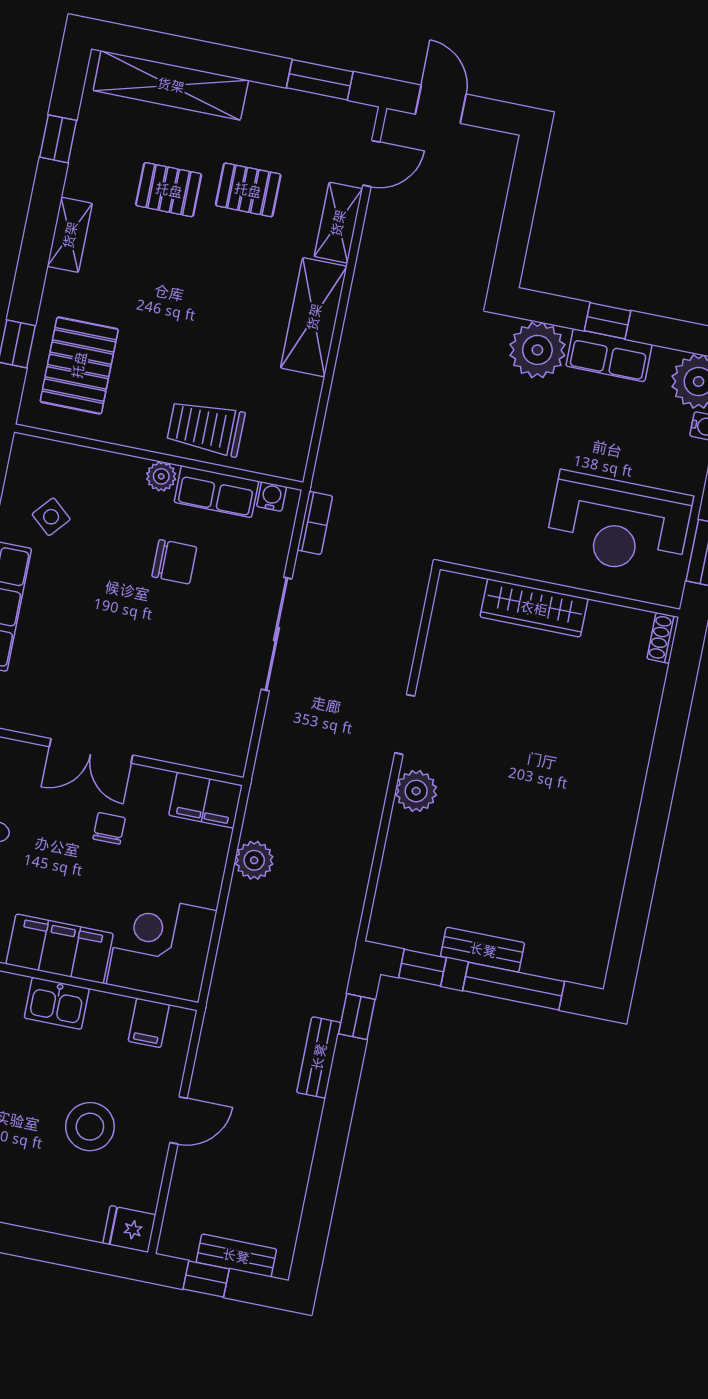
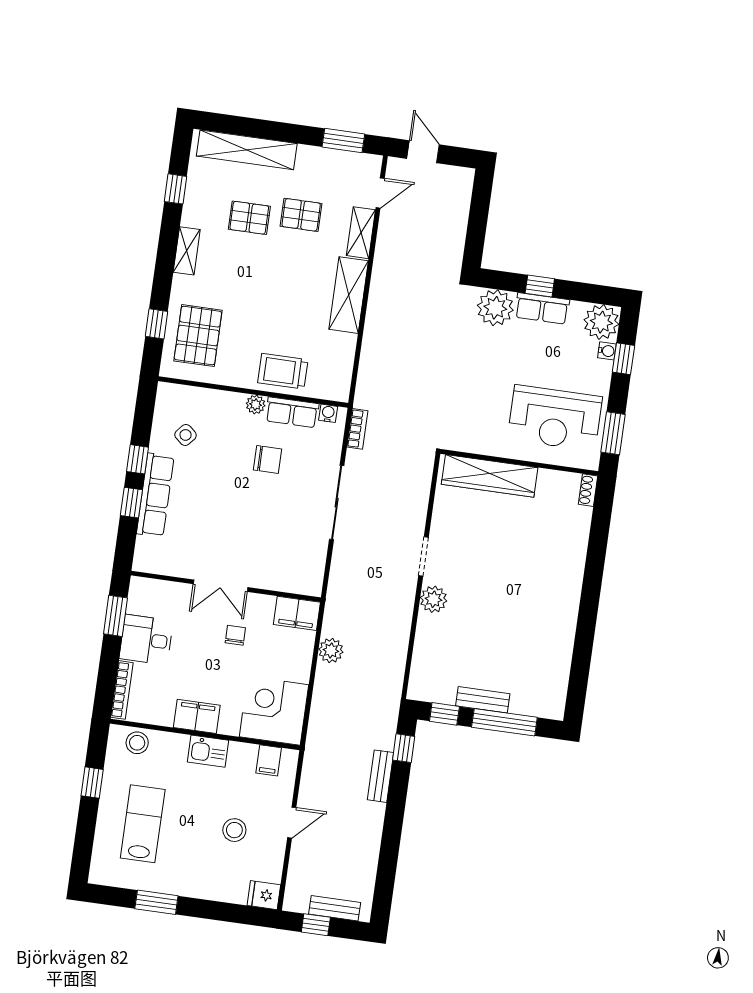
wardrobe: (534, 608) -> (490, 476), width x1.40, depth x1.17
filing cabinet: (60, 949) -> (197, 716), width x0.67, depth x0.86
stool: (90, 1127) -> (234, 830), width x0.73, depth x0.73

